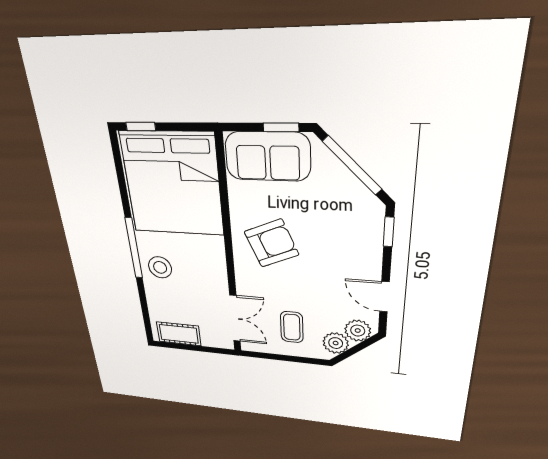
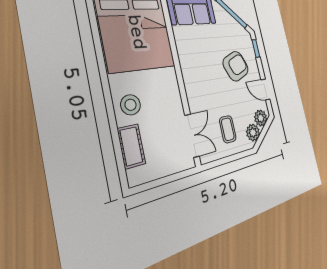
armchair: (271, 243) -> (236, 66), moved
window: (134, 248) -> (107, 92), removed
cot: (179, 334) -> (131, 146), moved, turned 90

